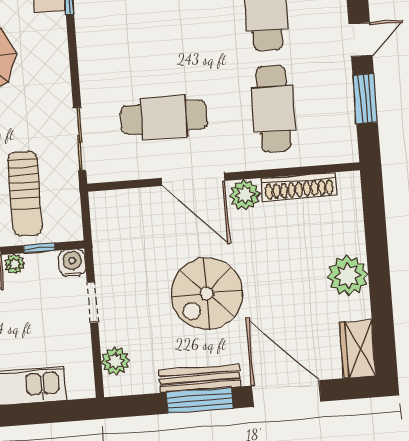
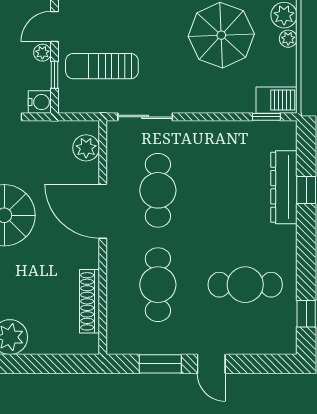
cafe table: (273, 109) -> (158, 285), turned 90
door: (193, 179) -> (103, 211), hinge flipped
plant: (245, 195) -> (86, 148), moved

